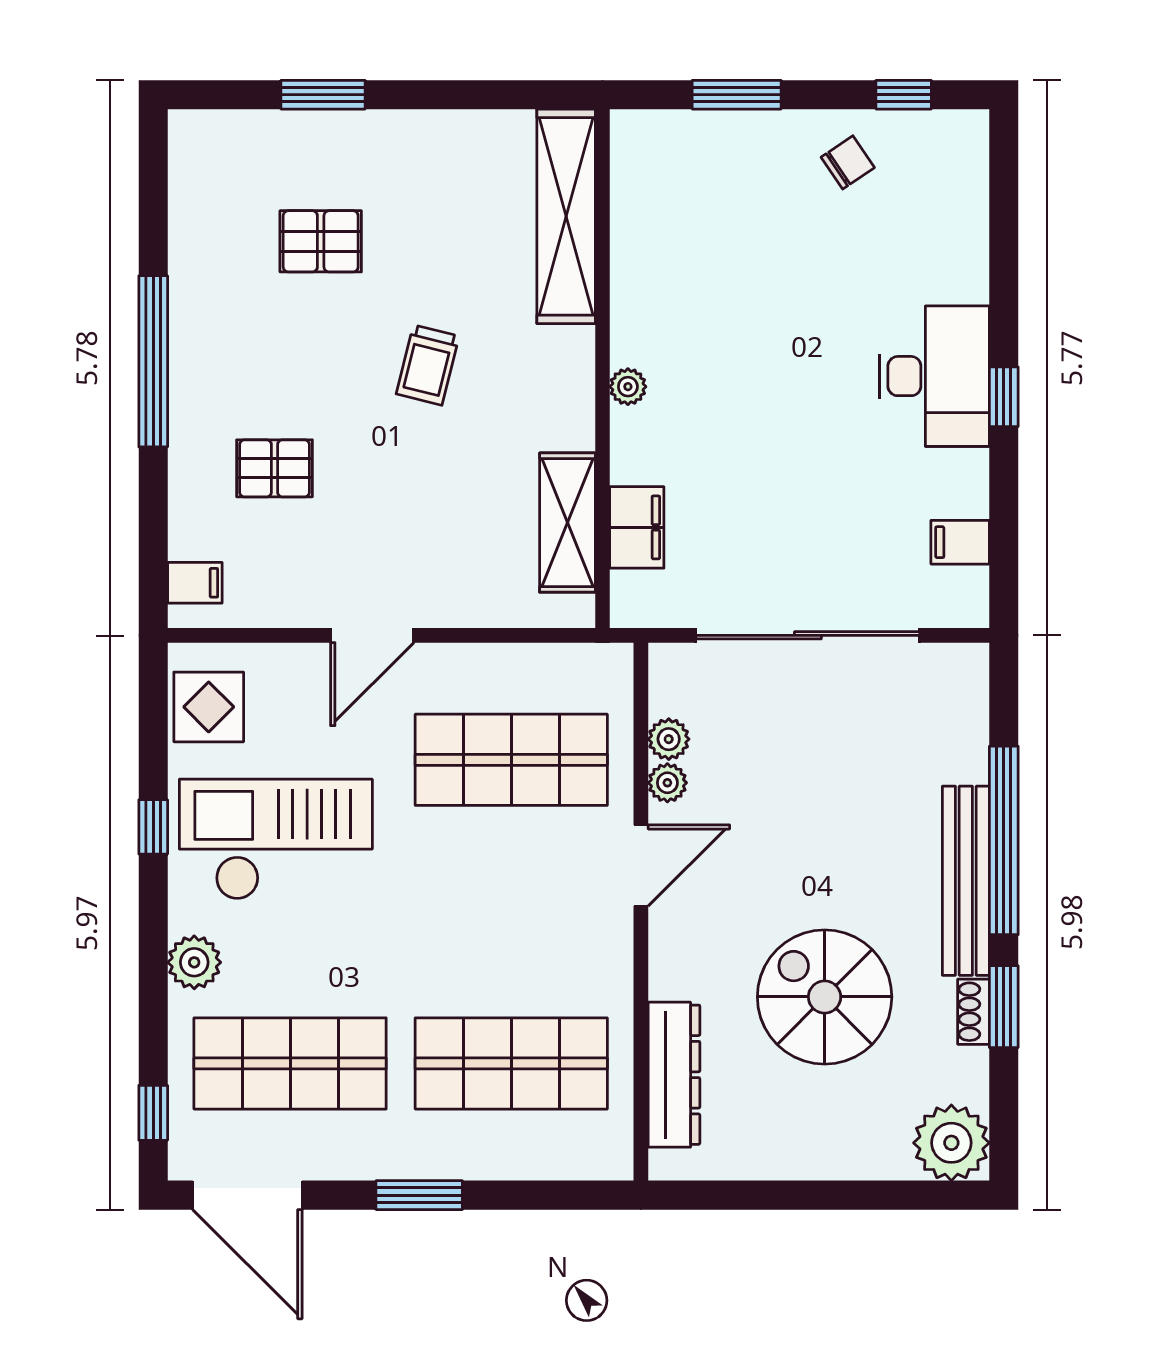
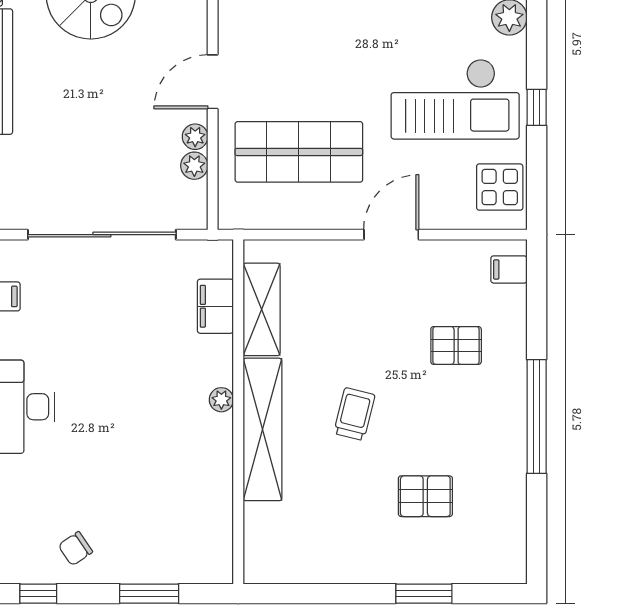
shelving: (566, 216) -> (262, 429), moved

